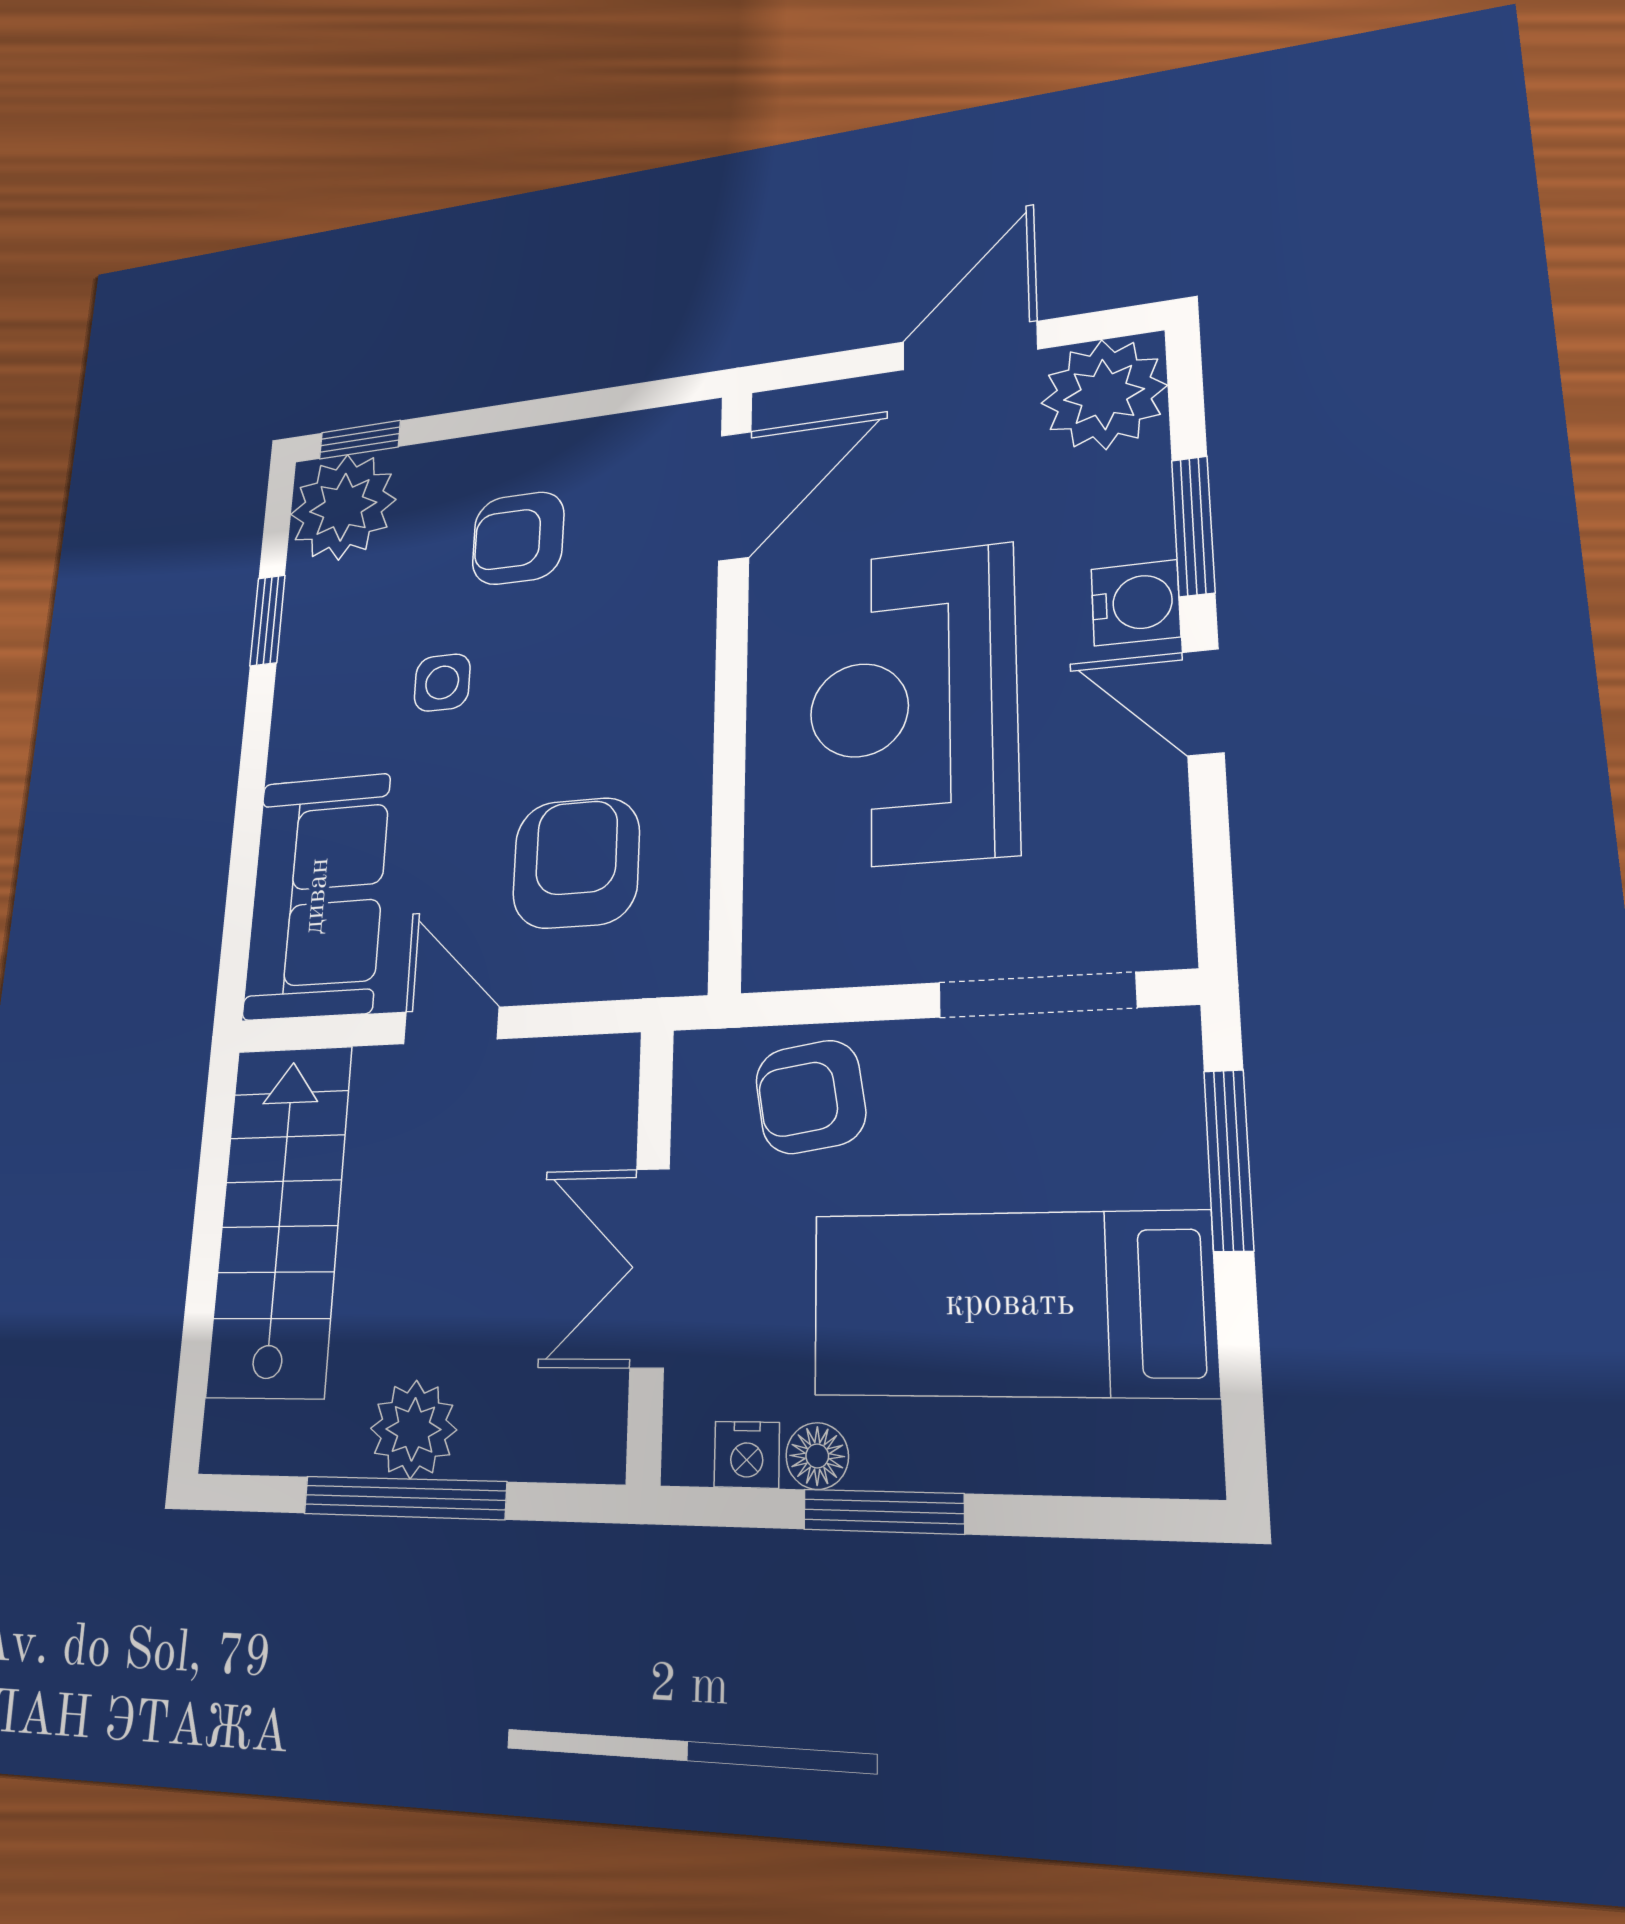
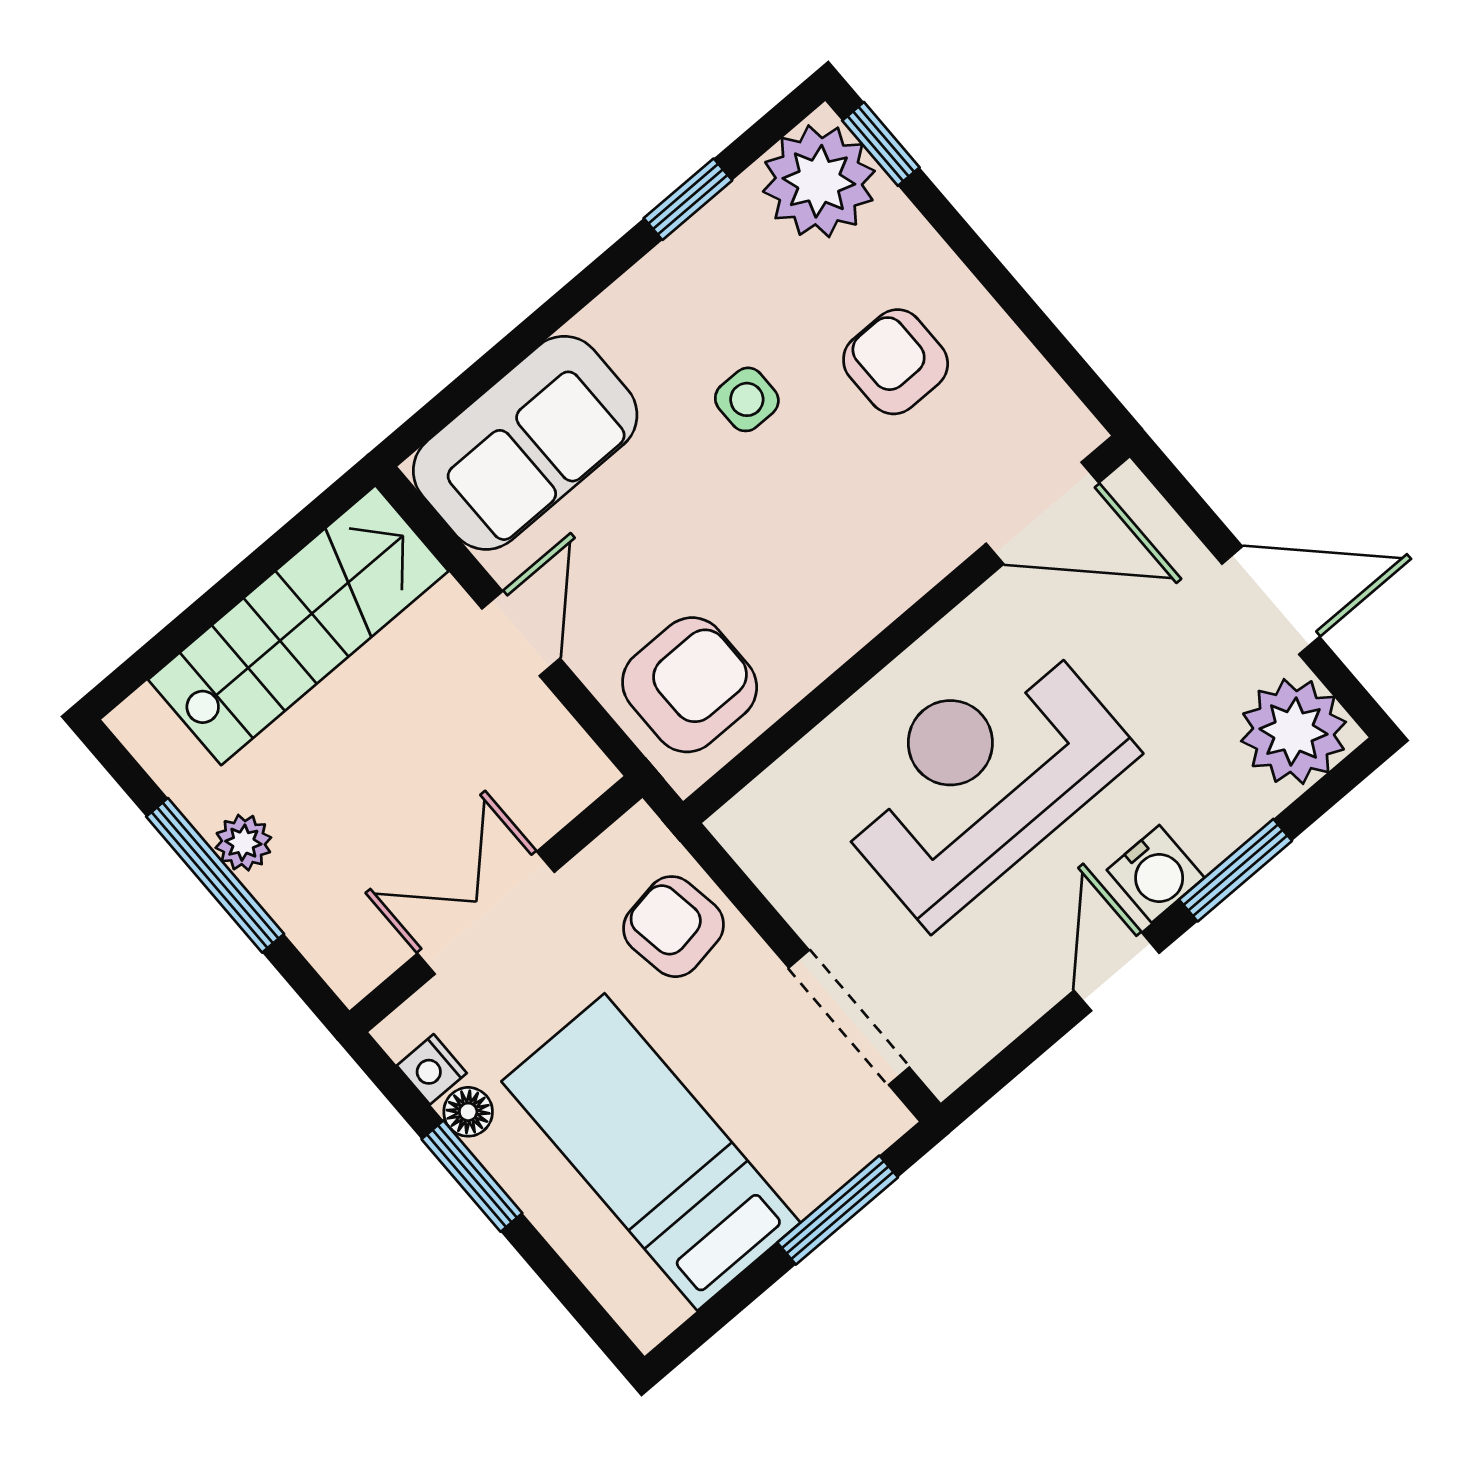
armchair: (576, 863) -> (690, 685), moved
plant: (413, 1429) -> (243, 843), width x0.73, depth x0.73

